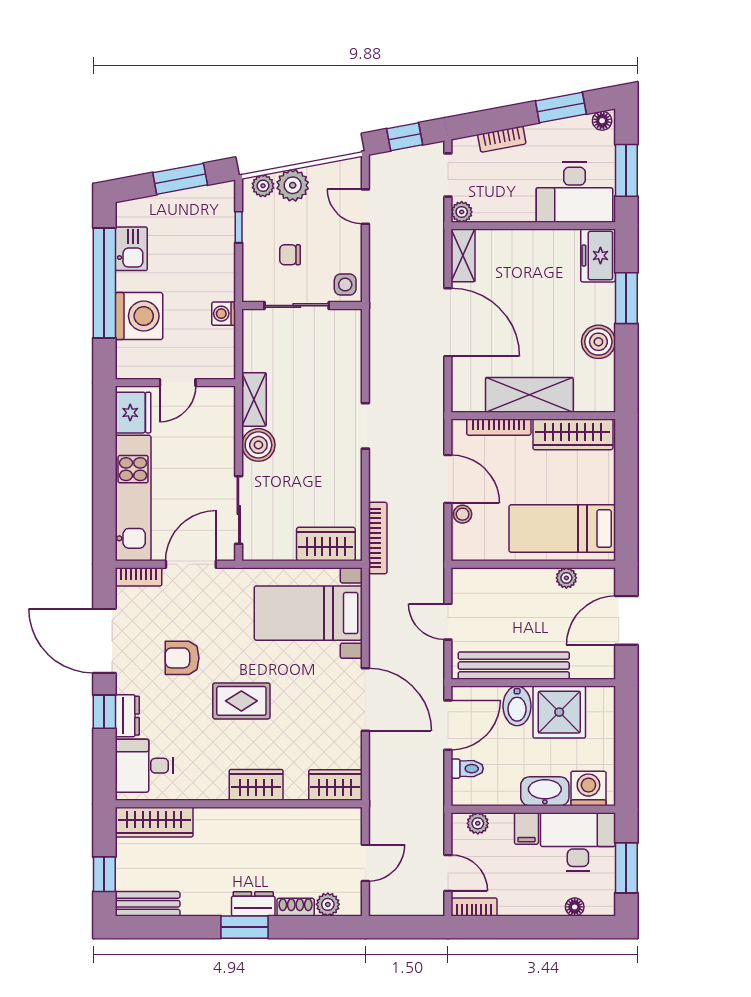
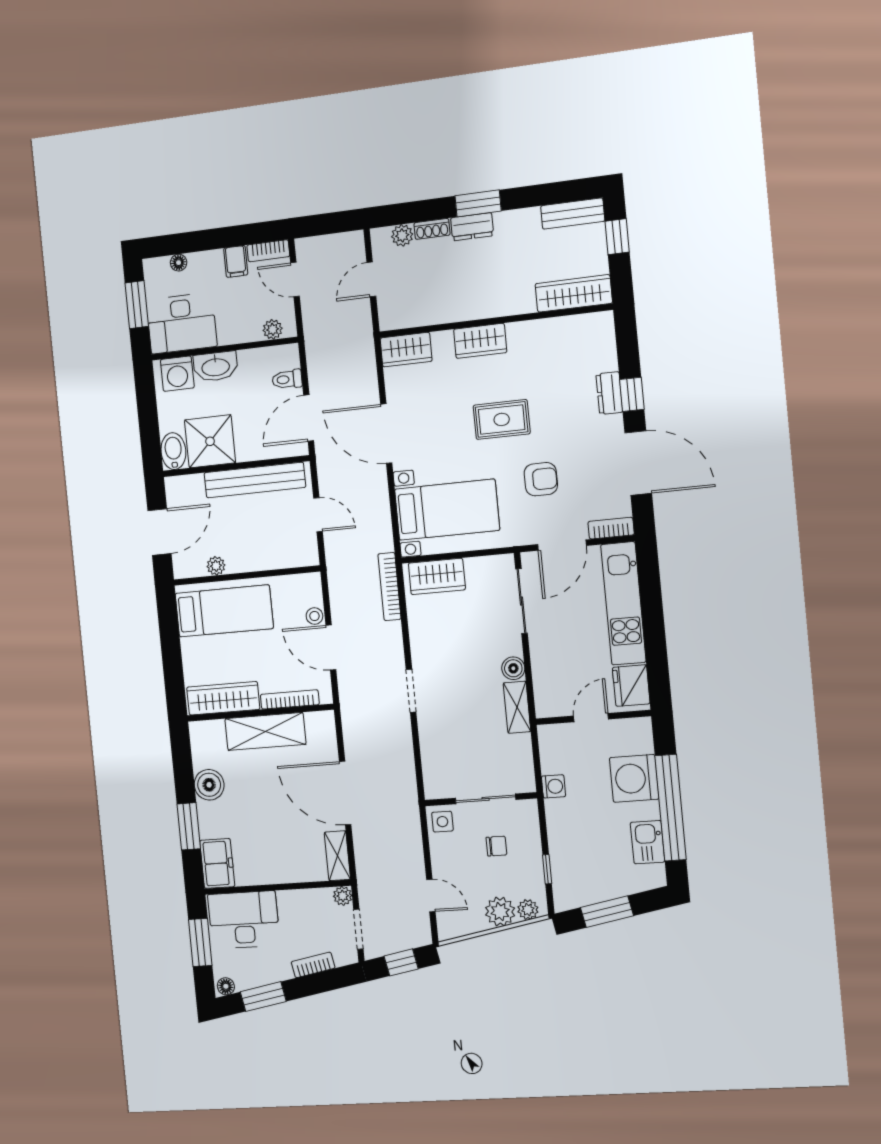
boiler: (258, 445) -> (513, 668), width x0.73, depth x0.73
armchair: (182, 658) -> (541, 479), moved
bidet: (517, 706) -> (173, 451), moved
desk: (144, 766) -> (589, 347), removed
filing cabinet: (526, 828) -> (236, 261), moved, turned 180

